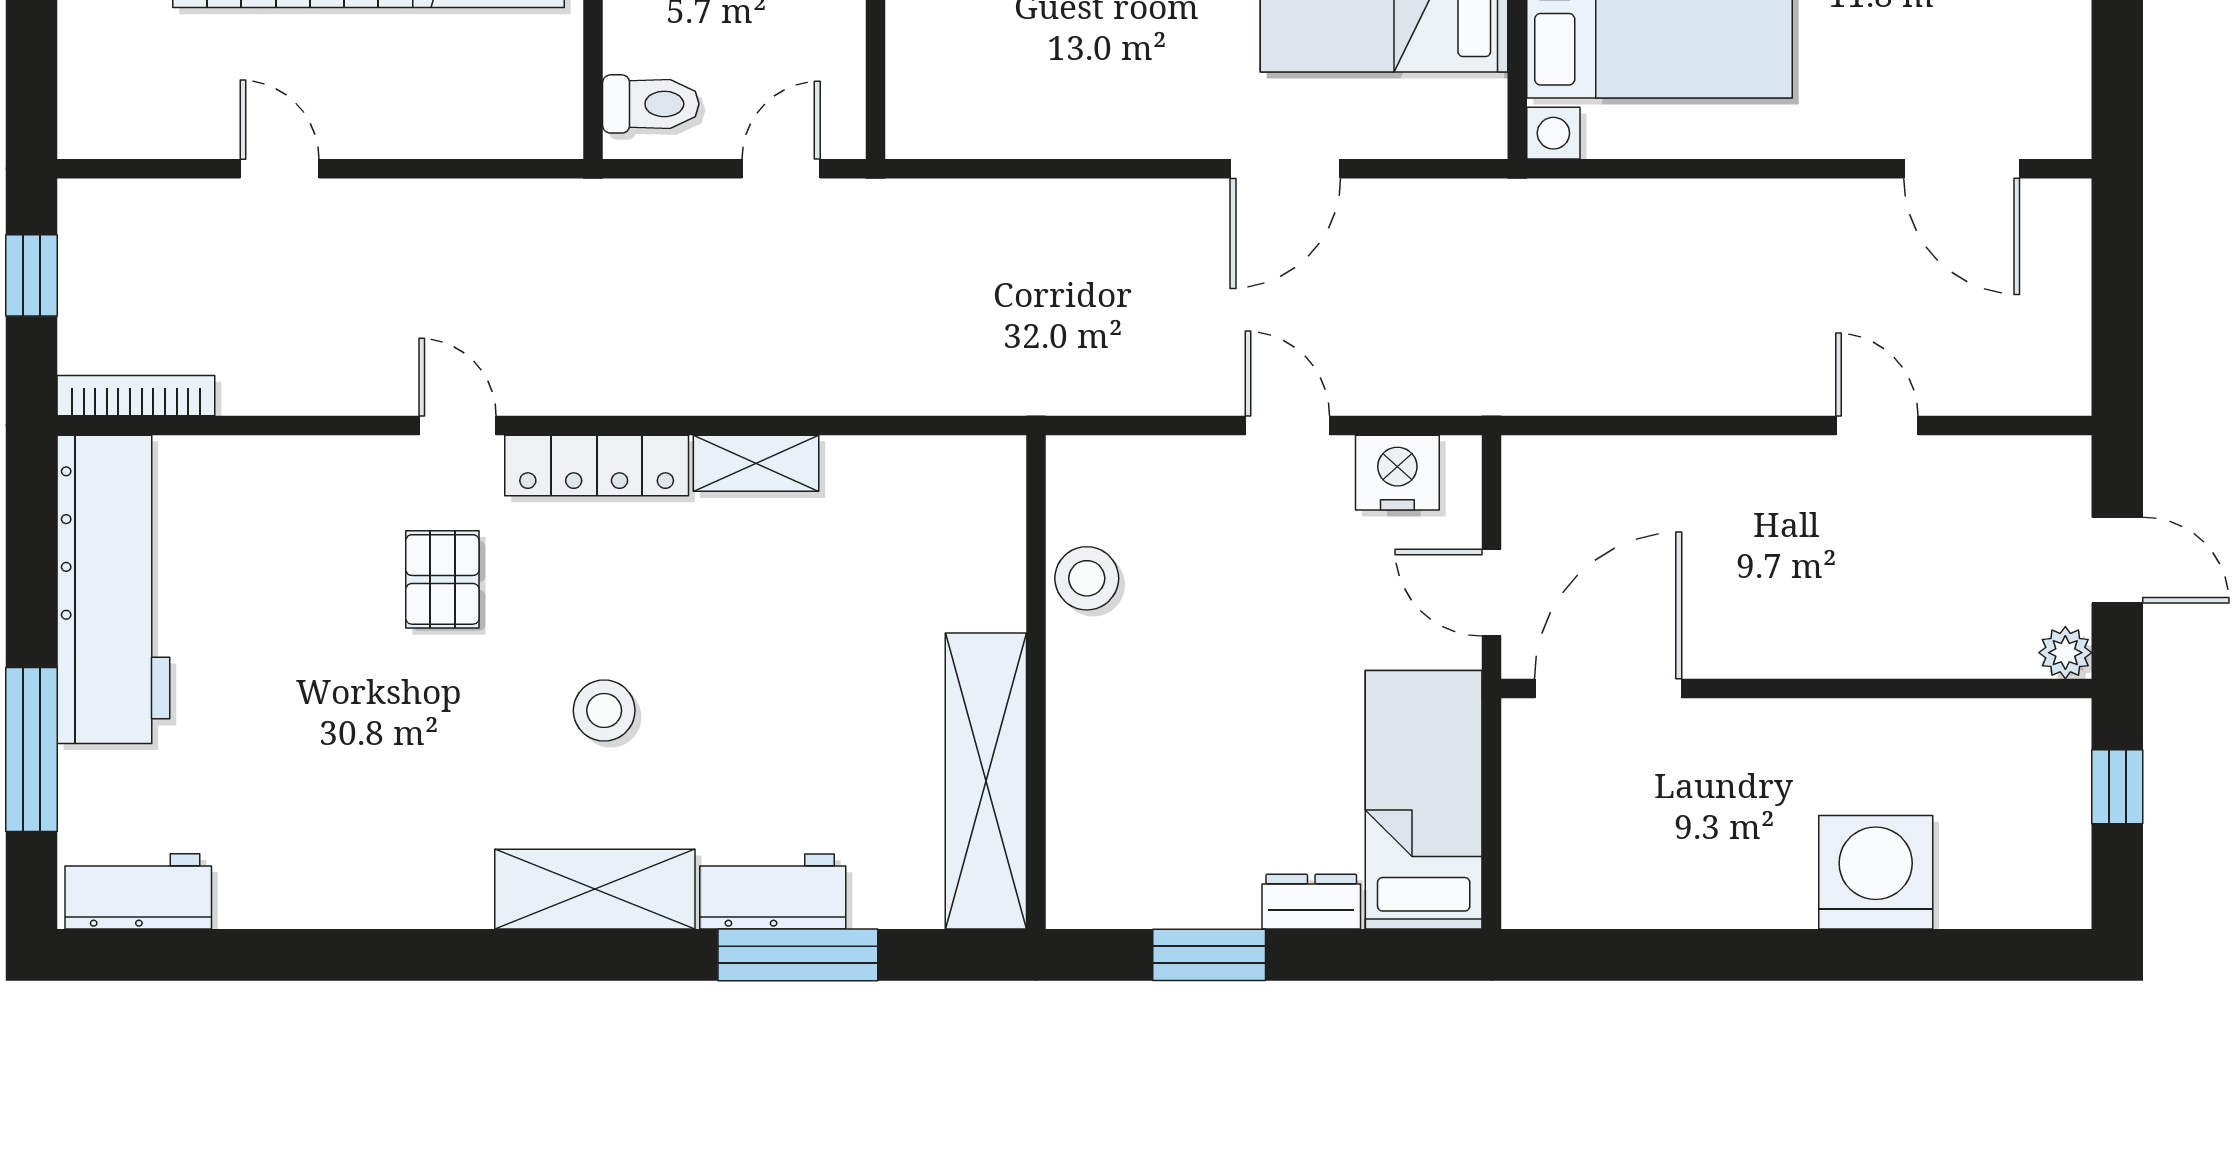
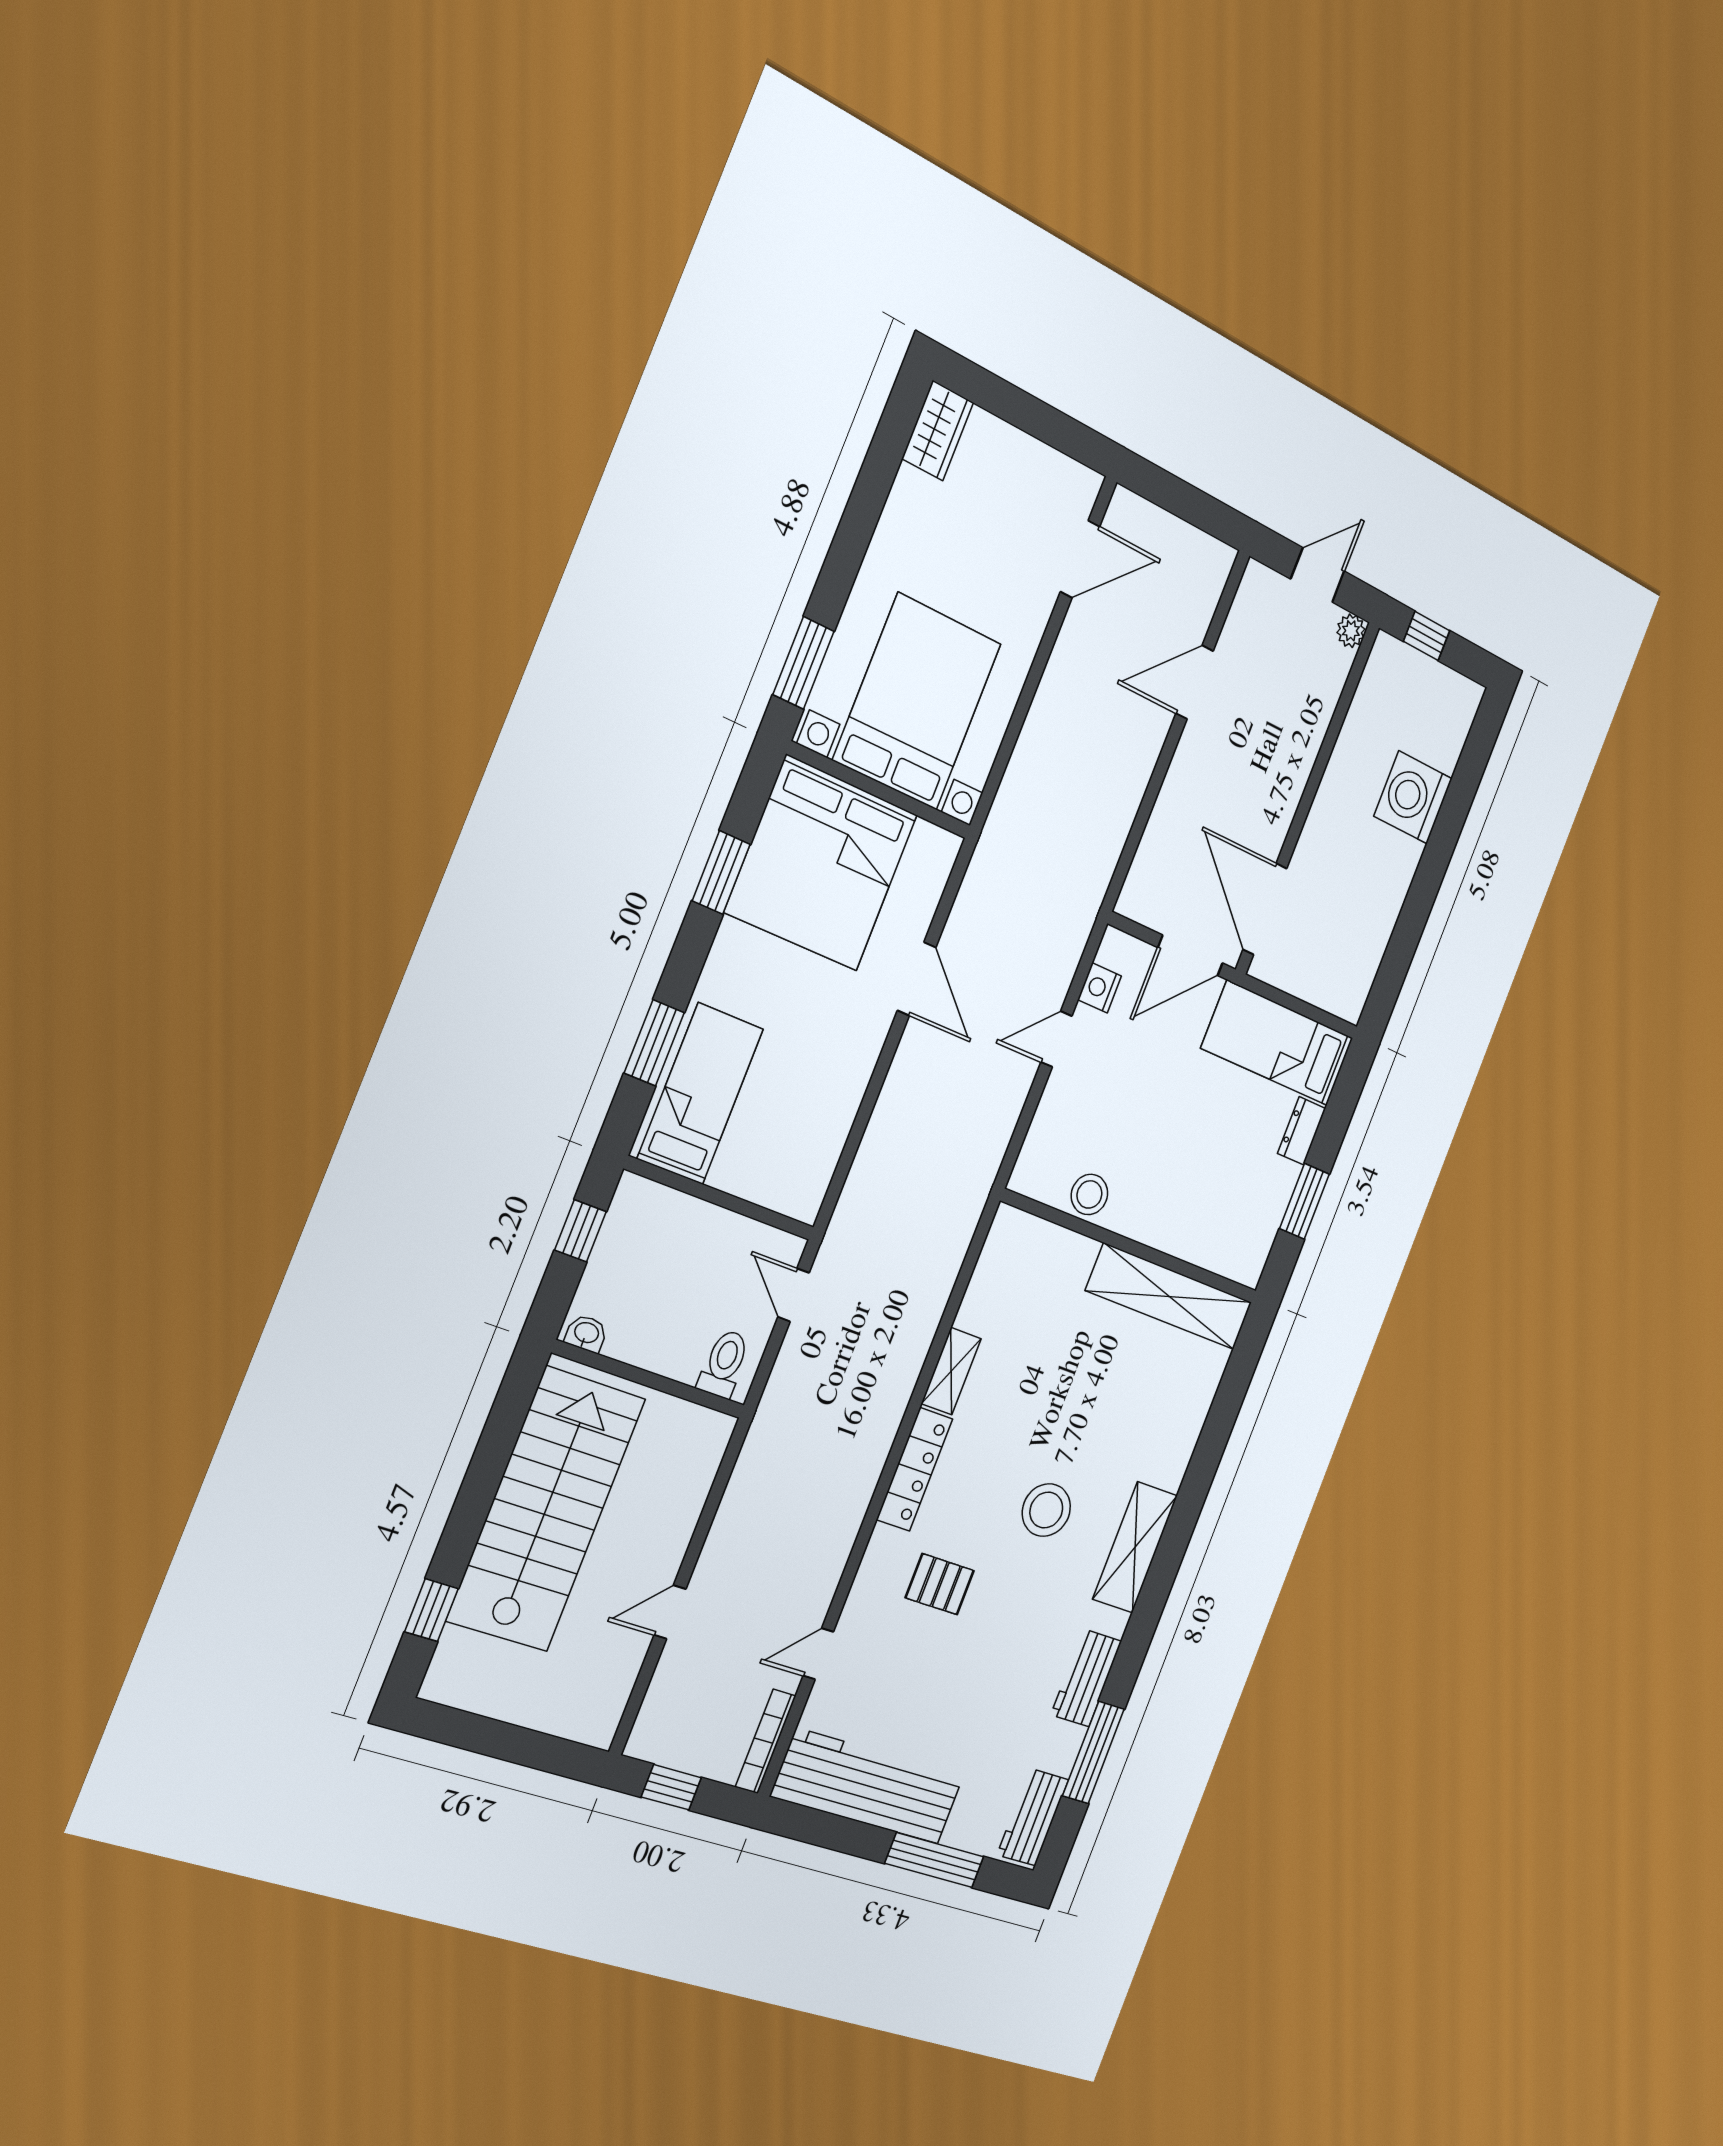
door: (458, 425) -> (818, 1654), moved
door: (1877, 425) -> (1195, 682), width x1.38
nightstand: (1397, 473) -> (1100, 988), width x0.74, depth x0.75
door: (1492, 593) -> (1190, 955), width x1.38
stool: (604, 711) -> (1046, 1510), width x1.38, depth x1.38
workbench: (773, 892) -> (1086, 1678), moved
window: (798, 955) -> (1093, 1752), moved

